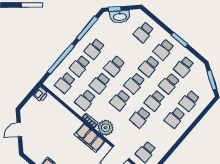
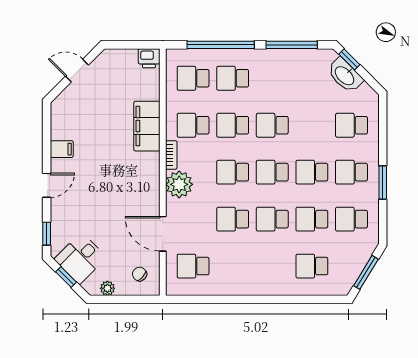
school desk: (94, 49) -> (272, 78), removed
school desk: (175, 118) -> (272, 266), removed
filing cabinet: (90, 138) -> (147, 126), moved

